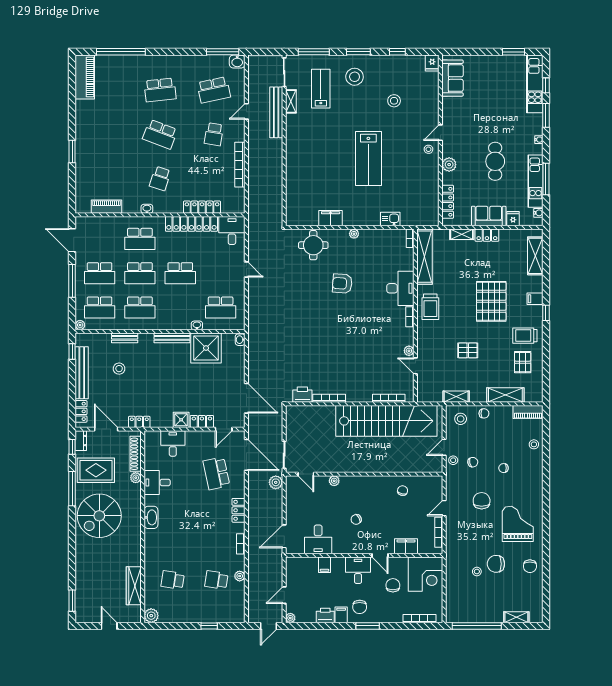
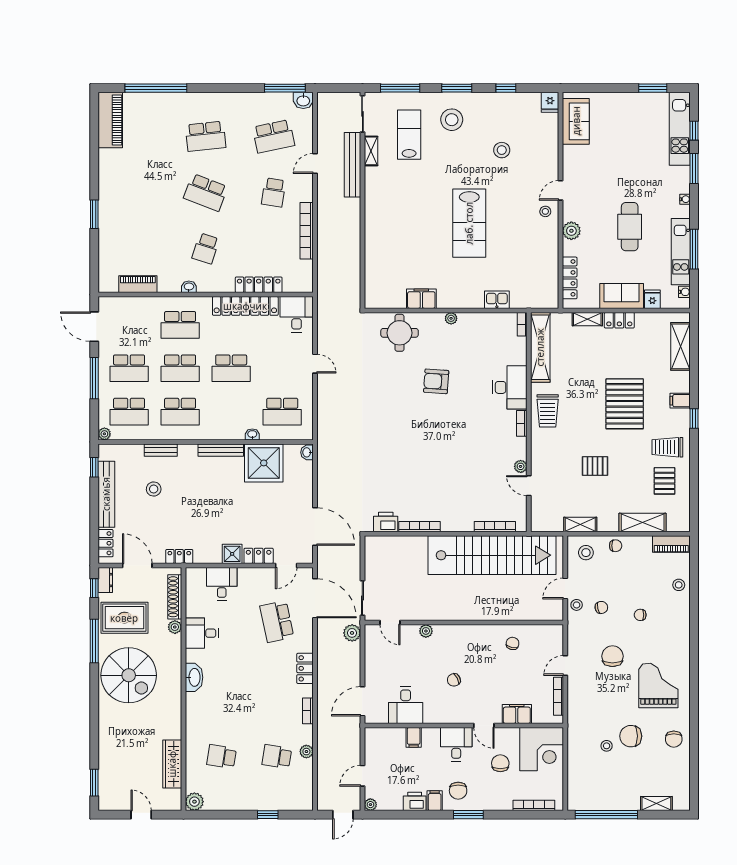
spiral stairs: (99, 516) -> (129, 675), turned -90

